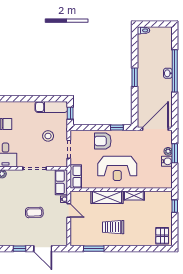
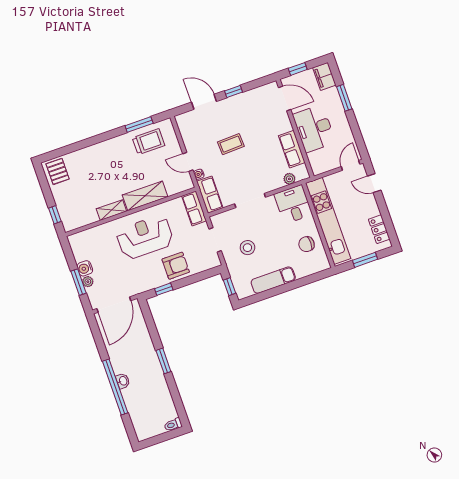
exam couch: (51, 107) -> (273, 280), moved
trolley: (113, 227) -> (148, 142), moved

